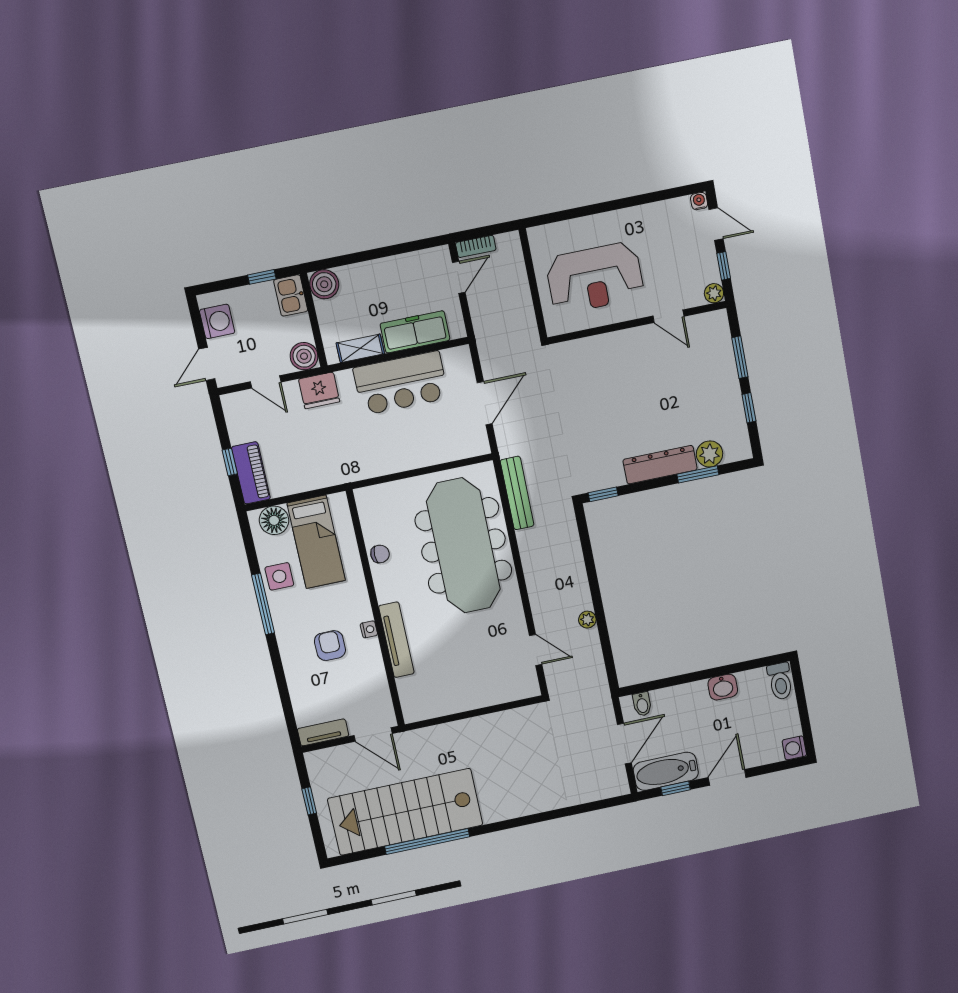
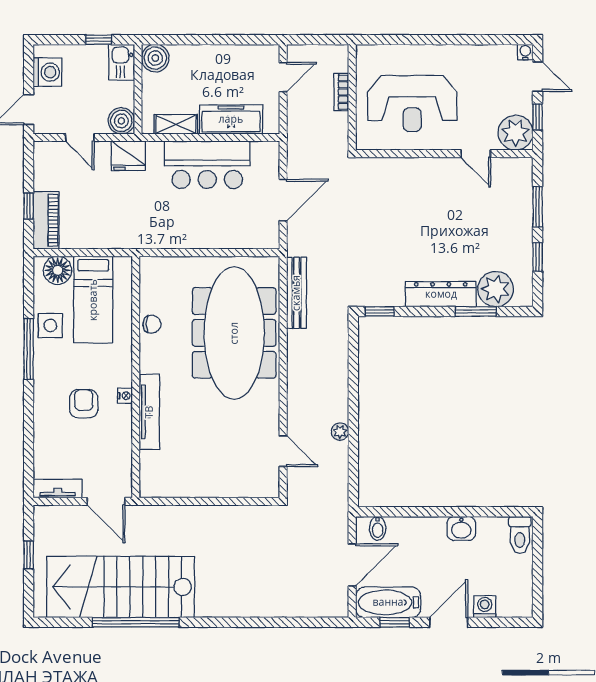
bookcase: (476, 246) -> (341, 92), moved, turned 90
plant: (714, 293) -> (515, 133), width x1.88, depth x1.88
plant: (710, 454) -> (496, 289), width x1.36, depth x1.36
washing machine: (794, 748) -> (485, 607), moved, turned 90

